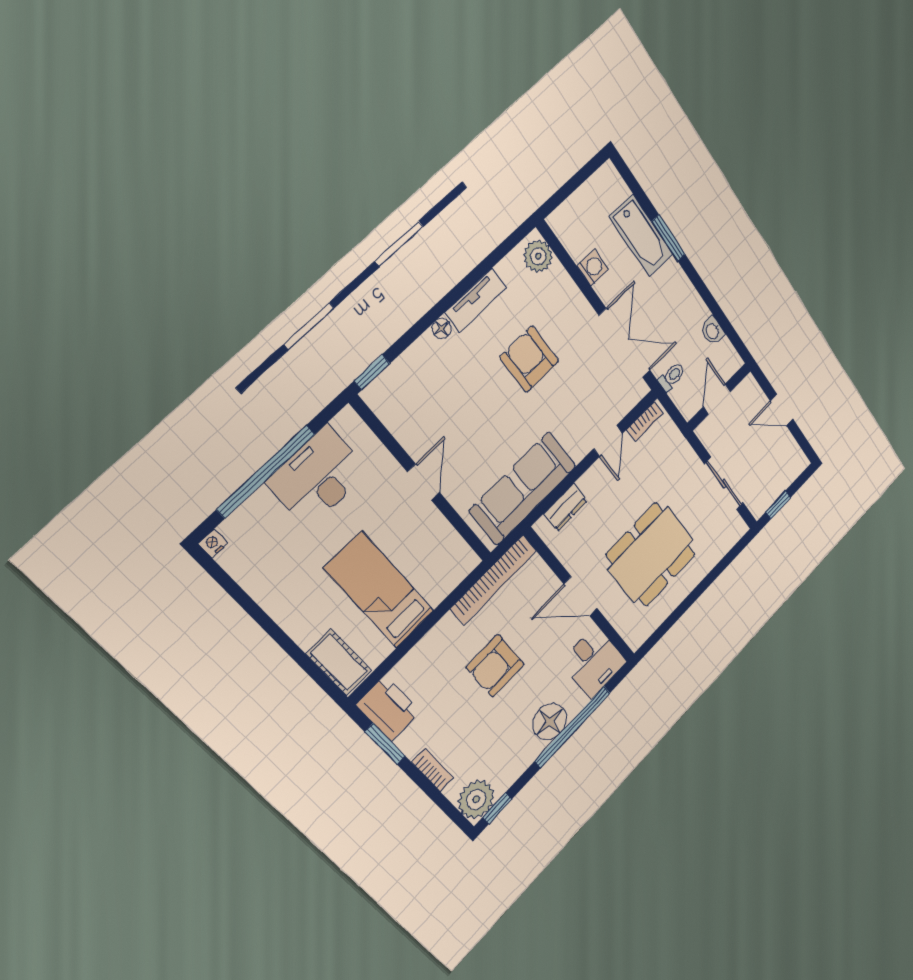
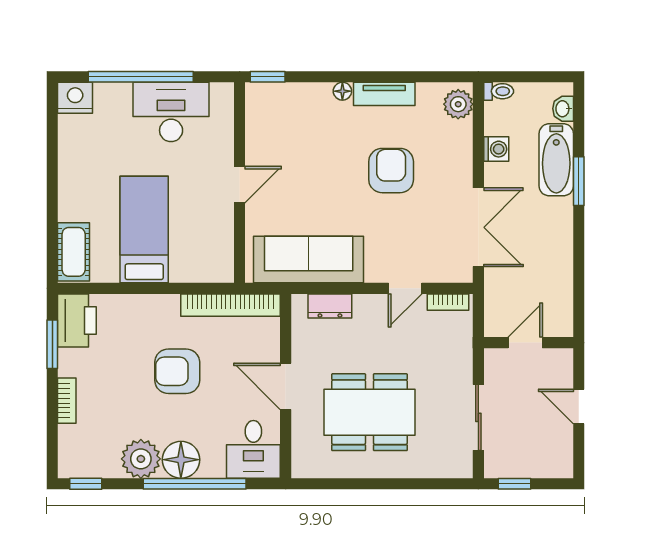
washbasin: (713, 331) -> (563, 109), moved
toilet: (672, 377) -> (499, 91), moved
nightstand: (213, 543) -> (75, 98), width x1.89, depth x1.79
plant: (476, 799) -> (141, 459), moved

